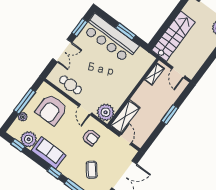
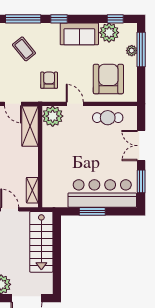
window: (25, 101) -> (141, 49), moved
armchair: (91, 137) -> (49, 80), turned 90

